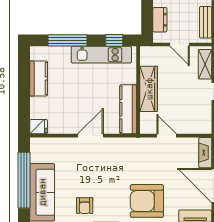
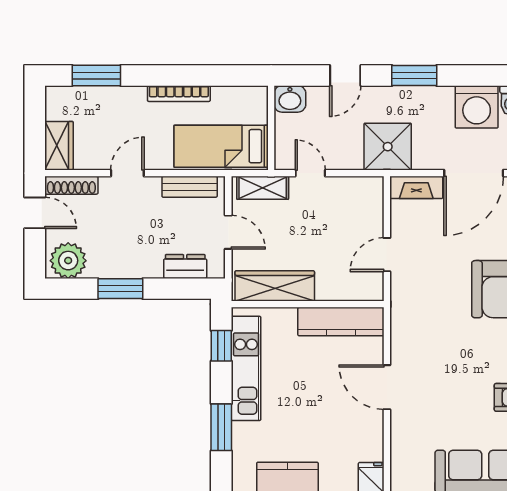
window: (67, 40) -> (221, 427), width x0.69
door: (180, 44) -> (228, 232), hinge flipped
wardrobe: (149, 89) -> (275, 286), moved

